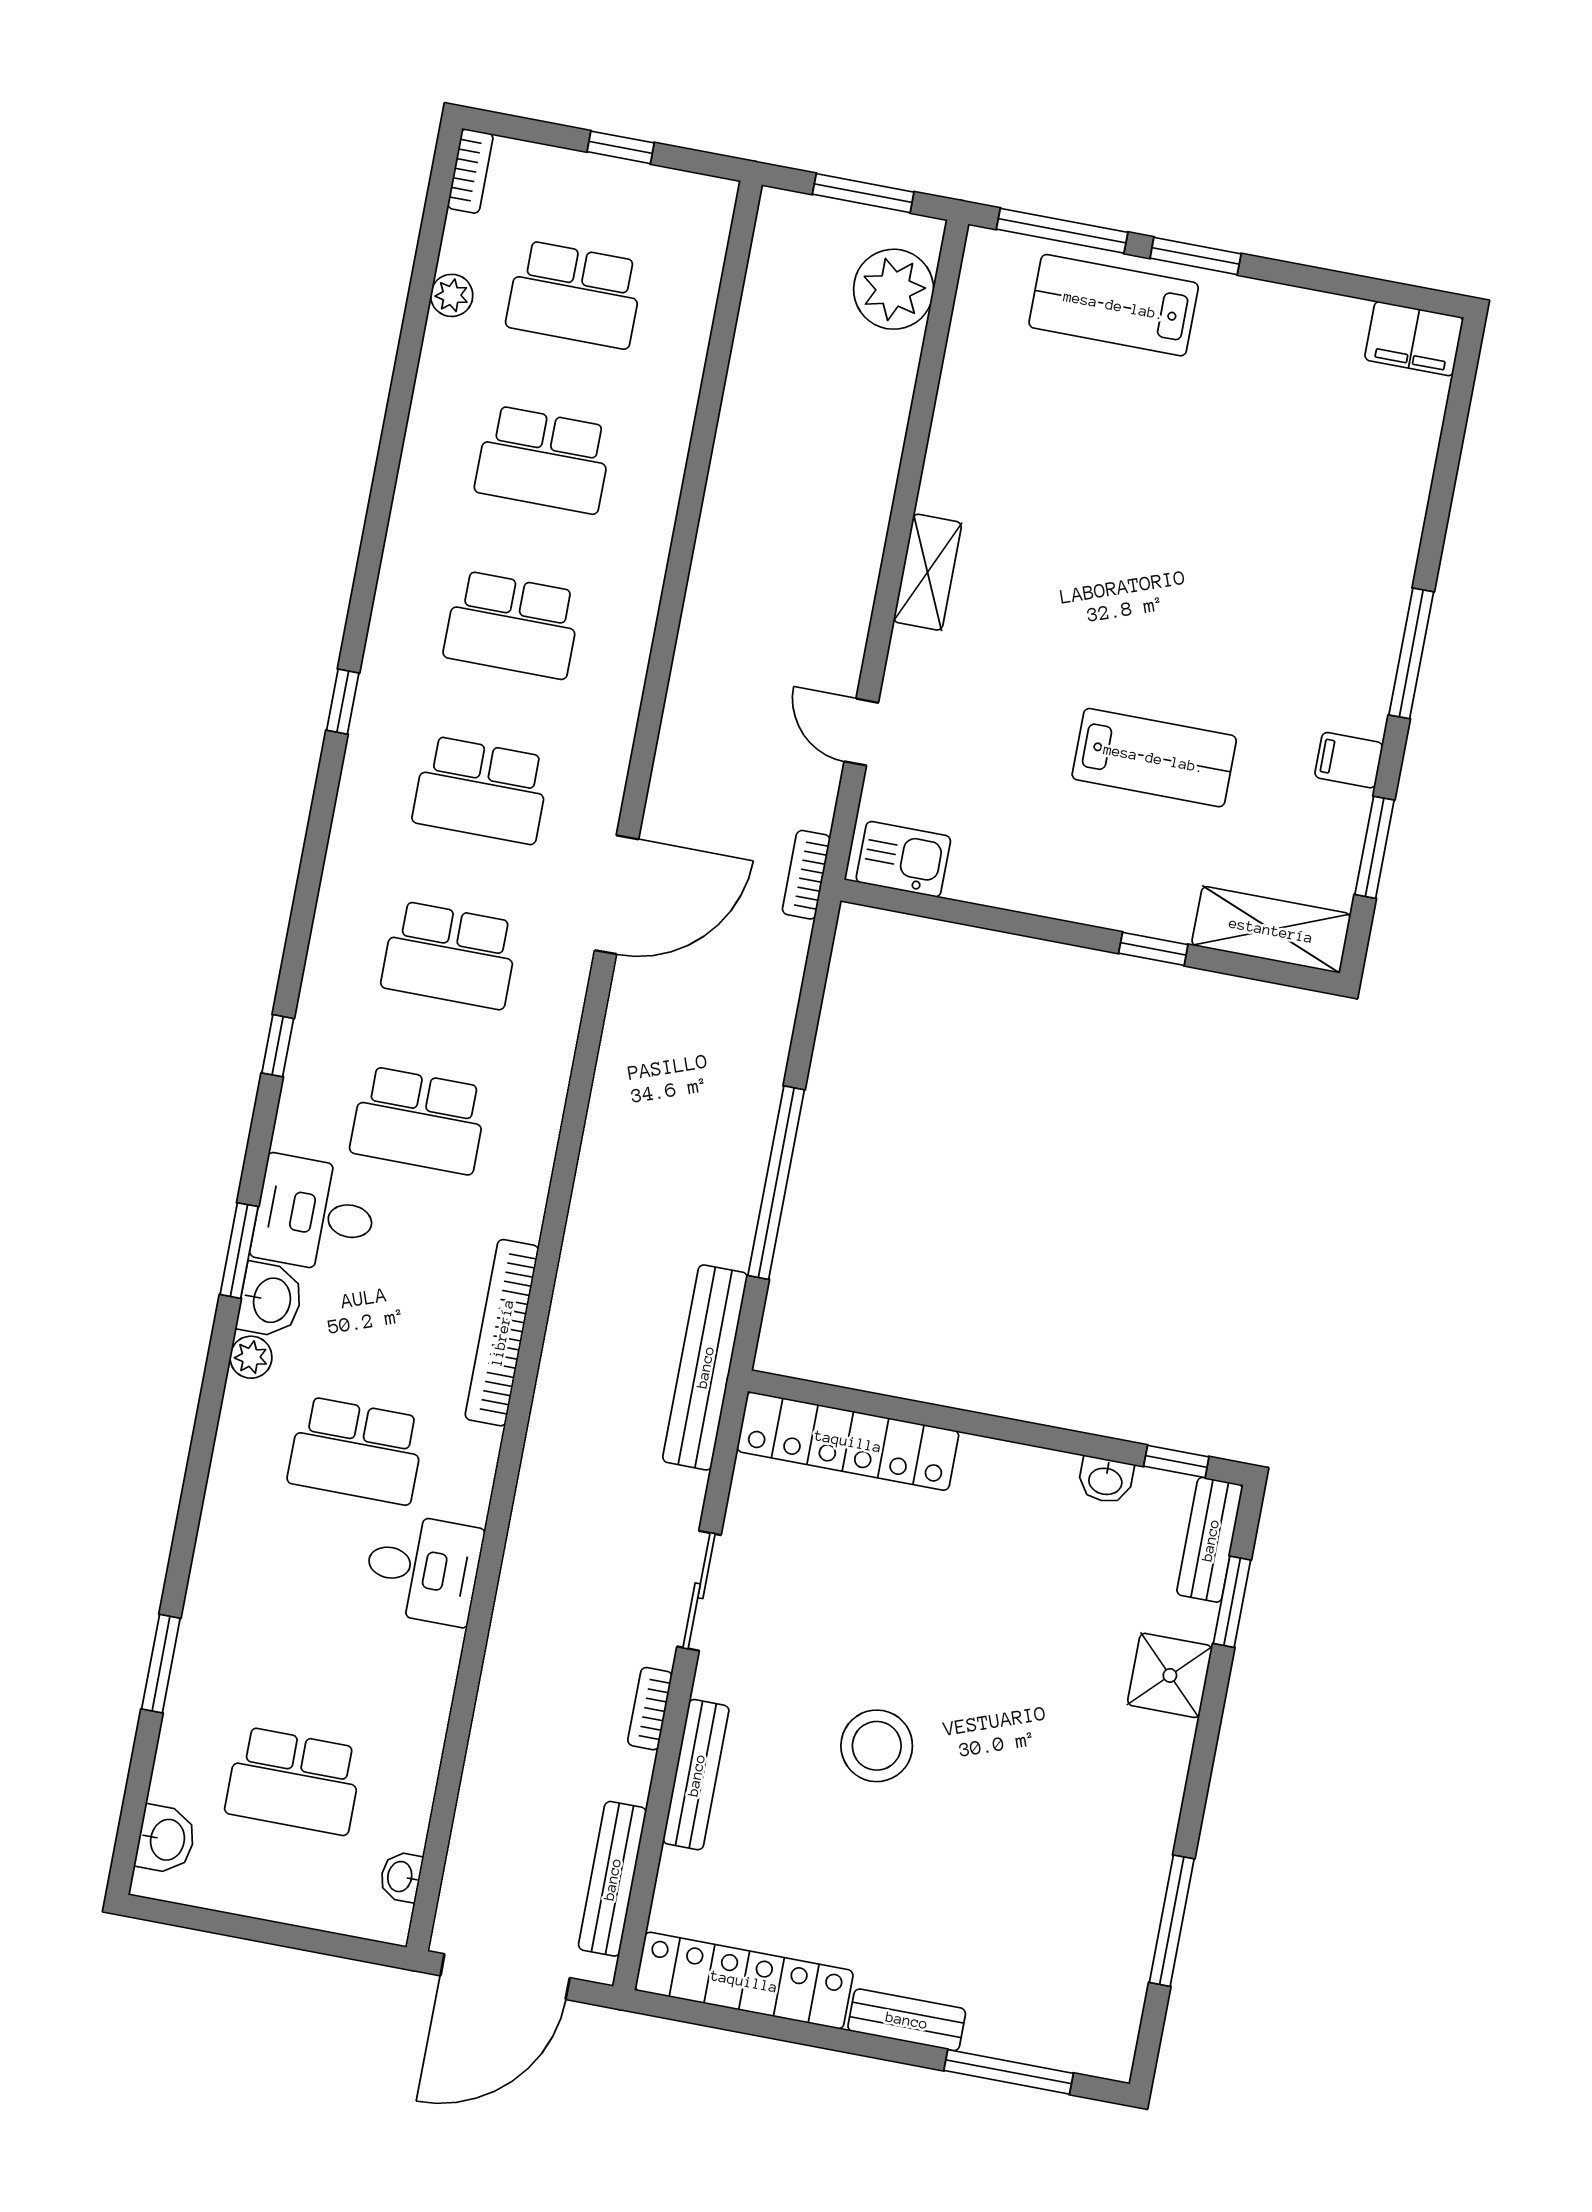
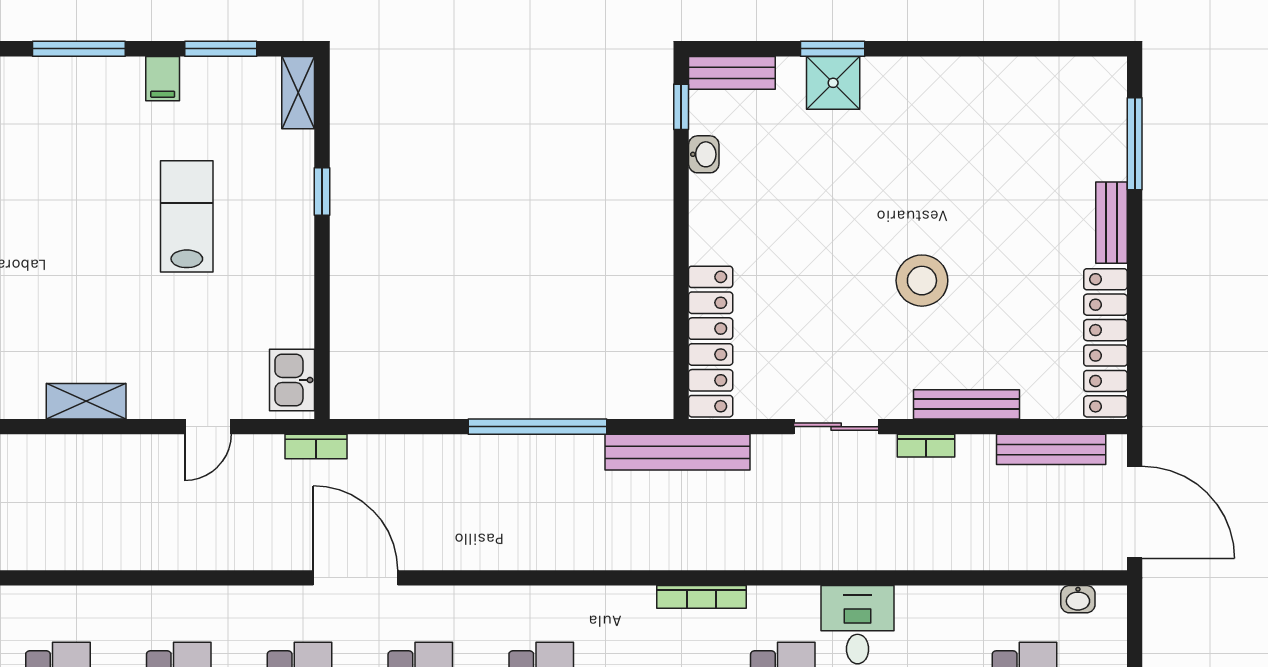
shelving: (1271, 930) -> (298, 93), width x0.67, depth x0.75
bookcase: (502, 1333) -> (702, 597), width x0.68, depth x0.76
window: (1232, 1602) -> (833, 49), moved
window: (1172, 1921) -> (1006, 49), removed

